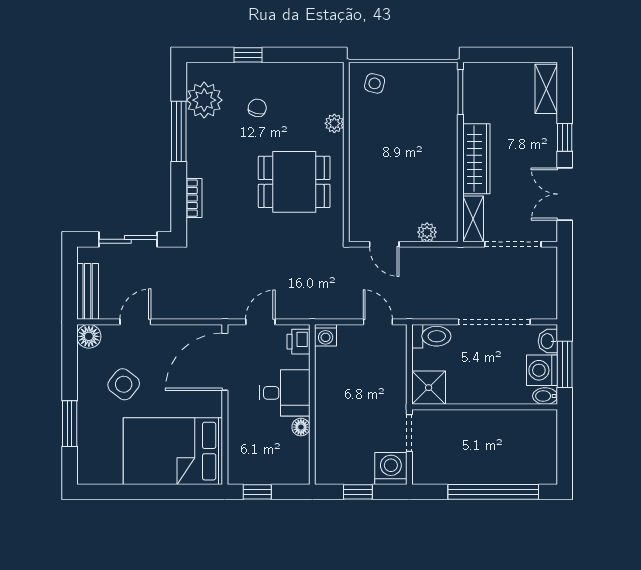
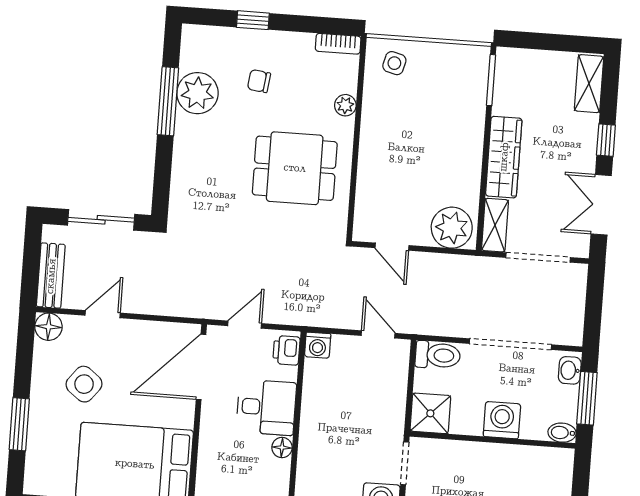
plant: (204, 100) -> (197, 93), moved
chair: (257, 108) -> (259, 81), turned -97
bookcase: (194, 198) -> (338, 44), moved, turned 90
plant: (427, 232) -> (452, 228), width x1.88, depth x1.88
washing machine: (542, 370) -> (502, 420), moved, turned 90

